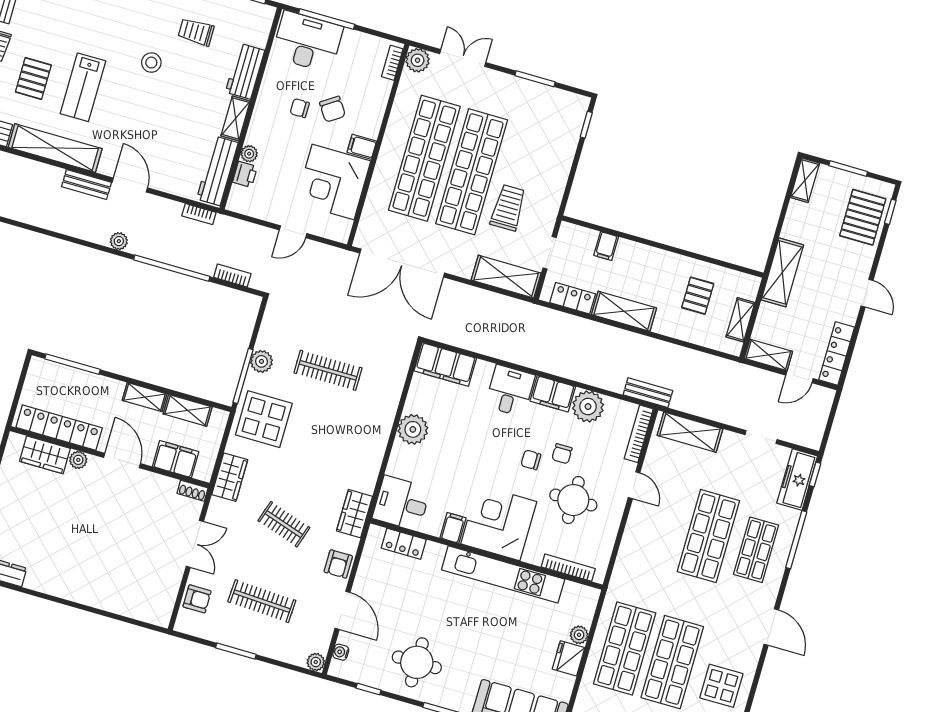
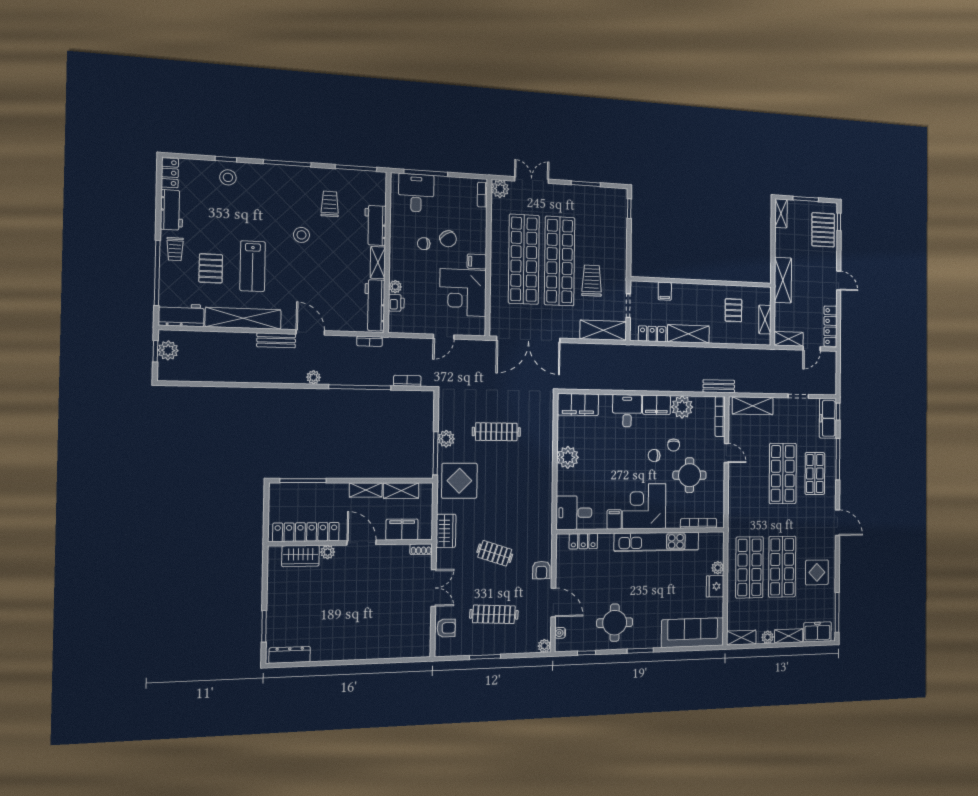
trolley: (196, 32) -> (330, 204), turned 90
desk: (307, 42) -> (416, 193), width x0.73
wardrobe: (355, 514) -> (543, 530), removed

